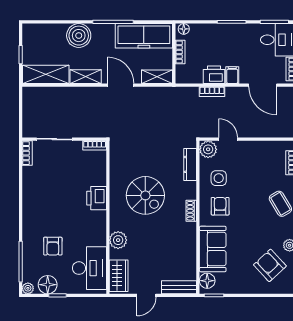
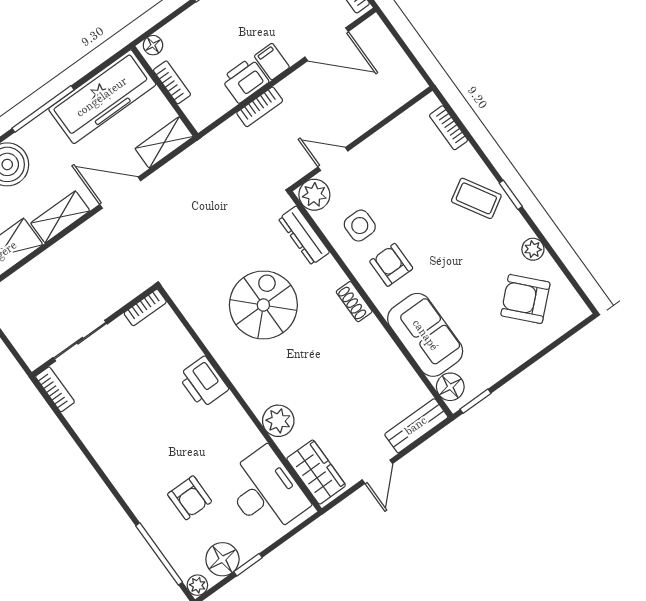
spiral stairs: (145, 195) -> (263, 305), moved, turned -90

